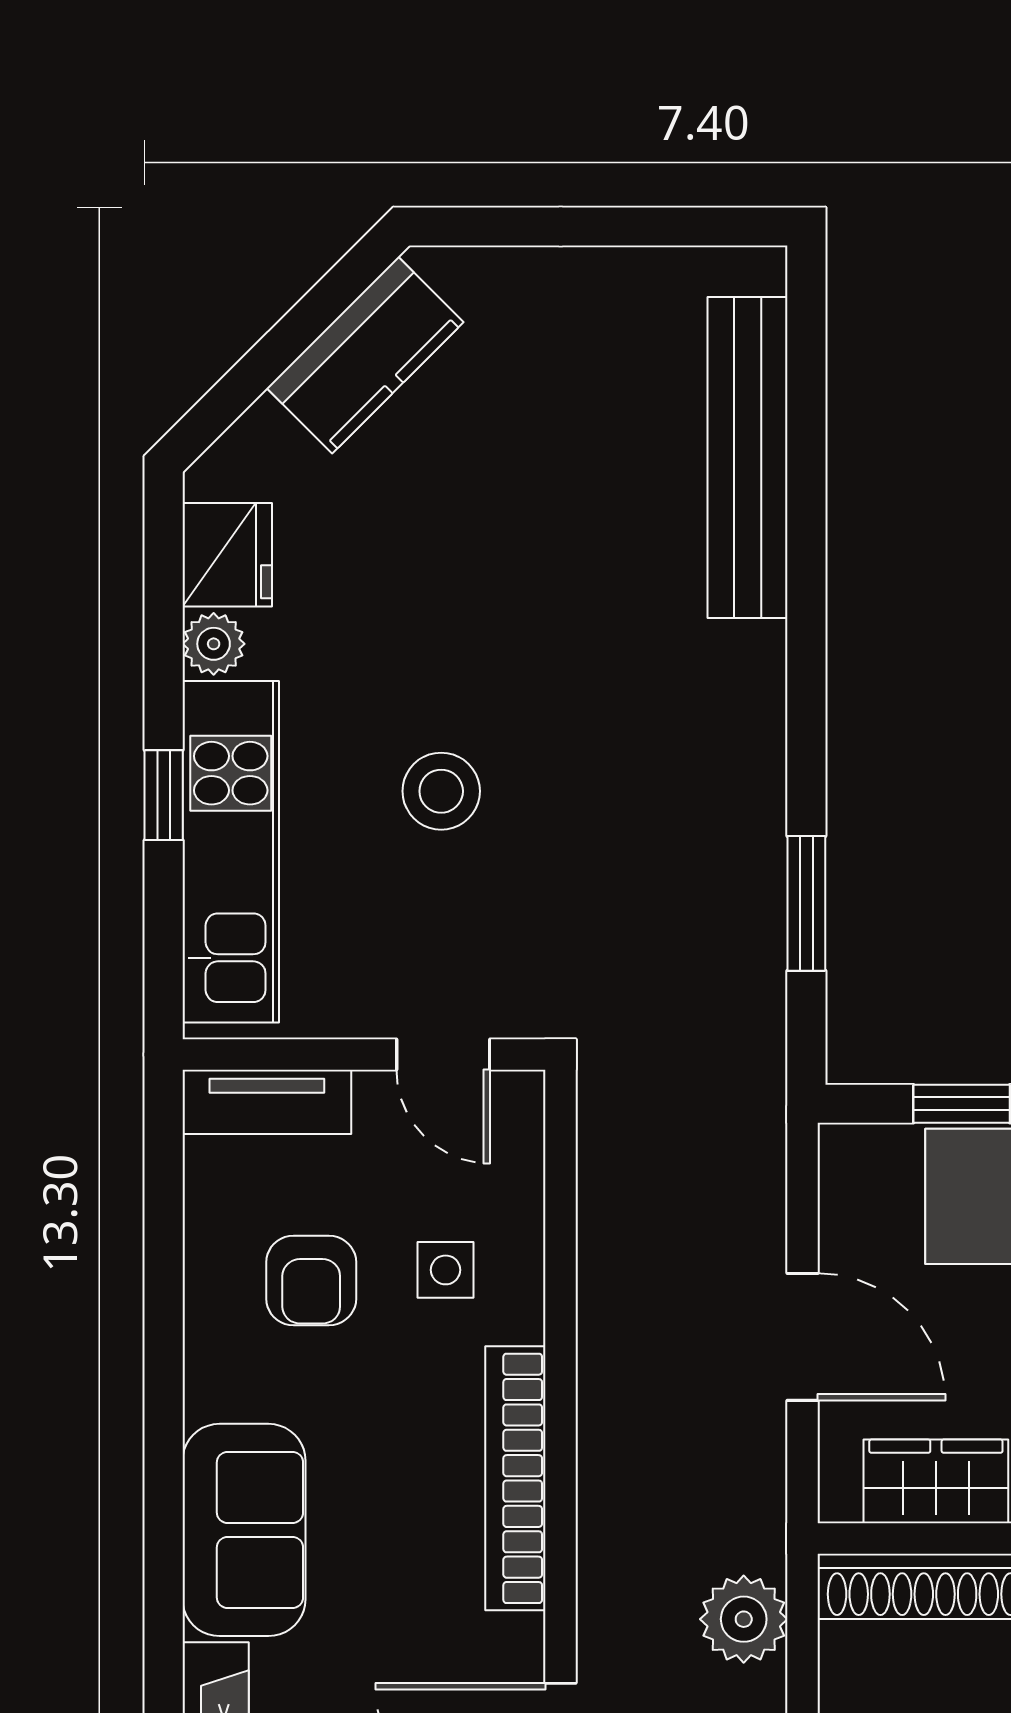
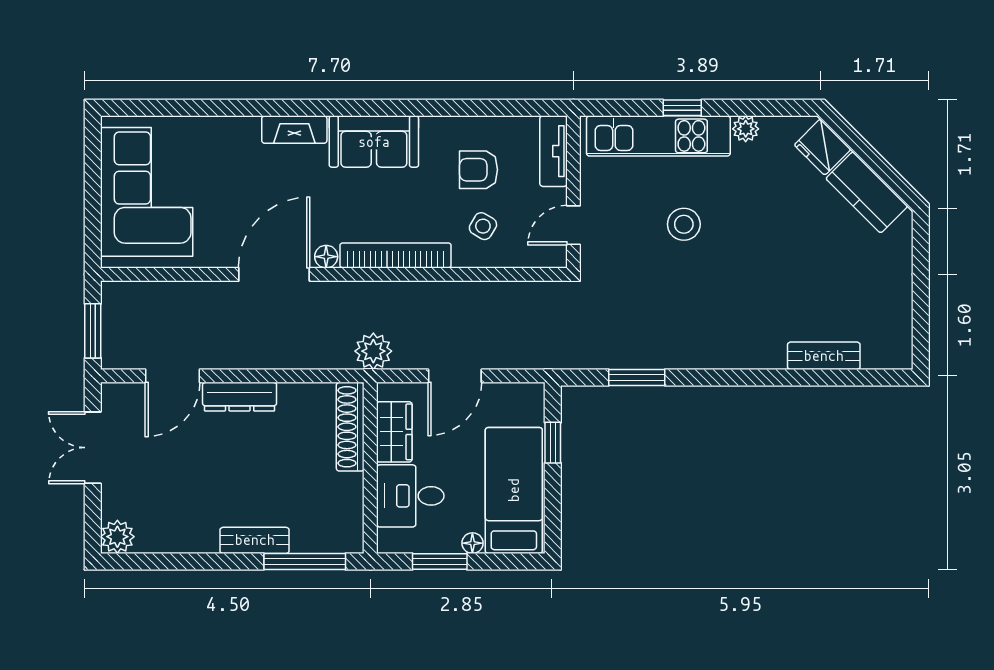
bench: (748, 458) -> (824, 356), width x0.54, depth x0.82
fridge: (227, 555) -> (823, 147), moved, turned 45
side table: (446, 1270) -> (483, 226), turned 31
plant: (744, 1619) -> (373, 351), moved
floor lamp: (518, 1644) -> (326, 257), added

